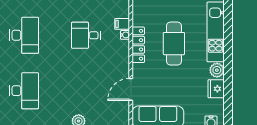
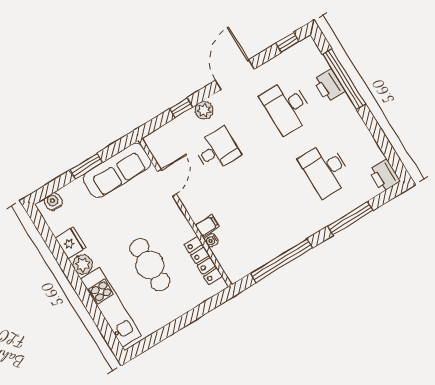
filing cabinet: (122, 24) -> (207, 226), moved
desk: (86, 35) -> (217, 150), moved
locker: (138, 45) -> (203, 261), moved

